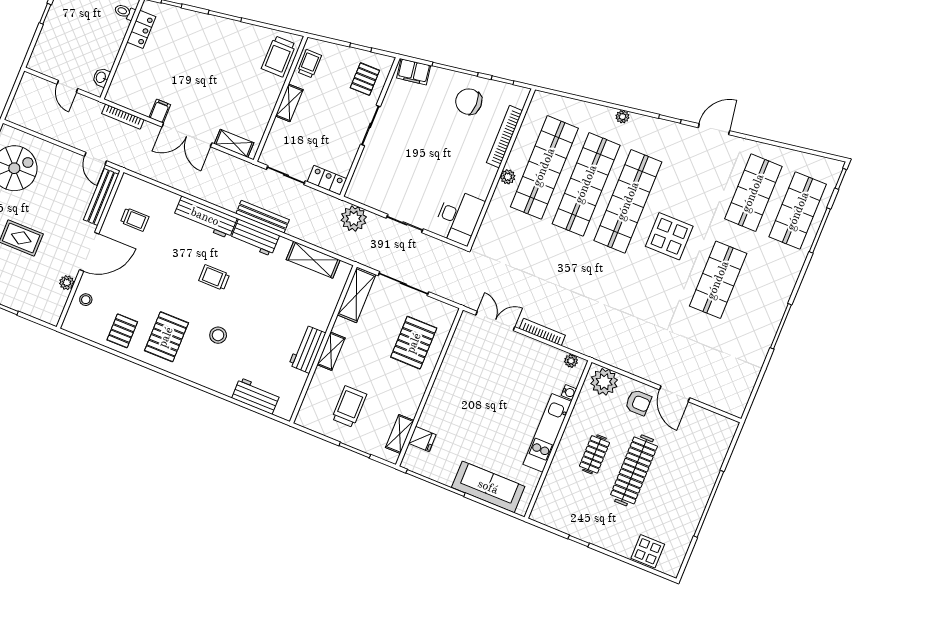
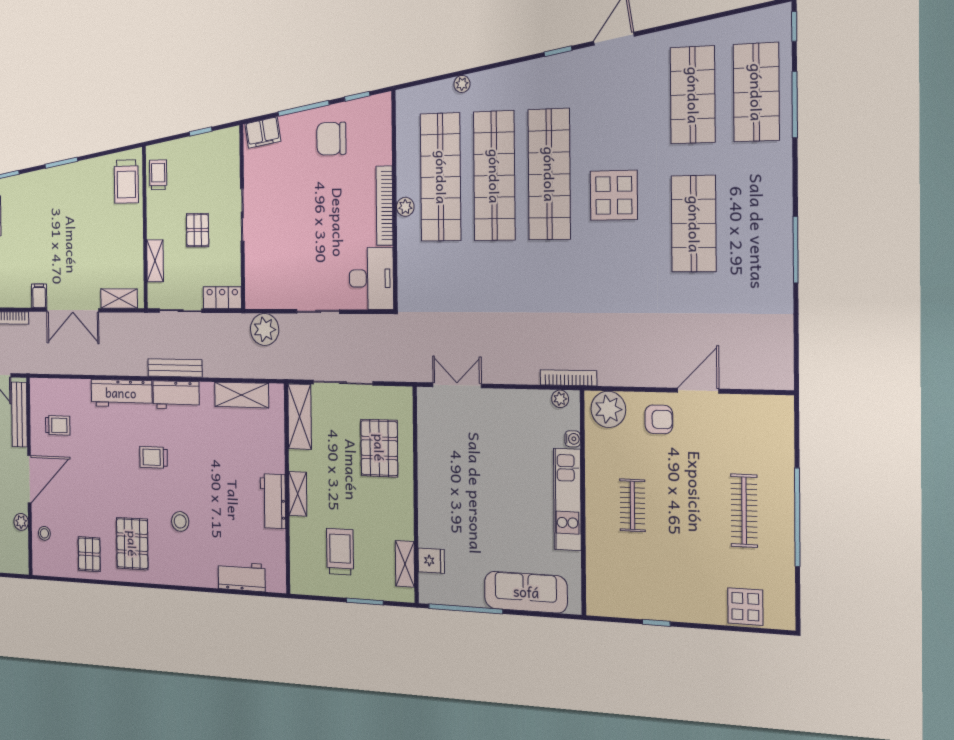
pallet: (365, 79) -> (198, 230), moved
shelving: (289, 103) -> (155, 261), moved
plant: (622, 117) -> (462, 84), moved
bookcase: (504, 137) -> (384, 206), moved
bookcase: (542, 332) -> (568, 378), moved
door: (675, 394) -> (698, 391), swing flipped
clothes rail: (634, 470) -> (744, 511), moved, width x0.73, depth x0.76

